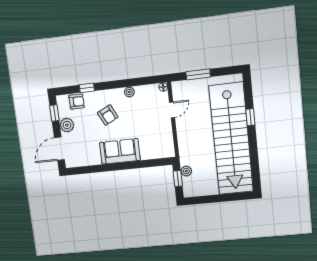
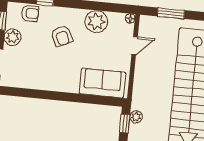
plant: (129, 92) -> (96, 22), width x1.87, depth x1.87
sofa: (120, 151) -> (102, 83), moved

